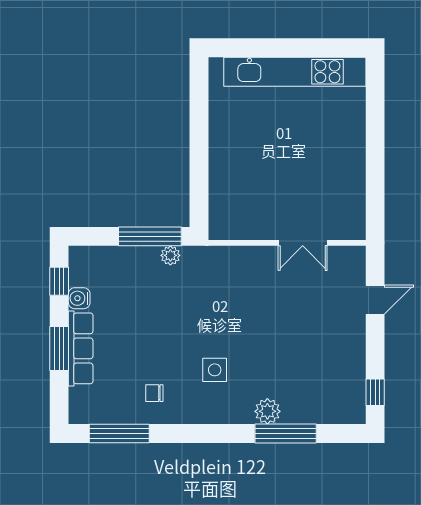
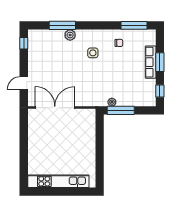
double door: (303, 243) -> (55, 108), width x1.87
water cooler: (79, 298) -> (151, 84), removed

